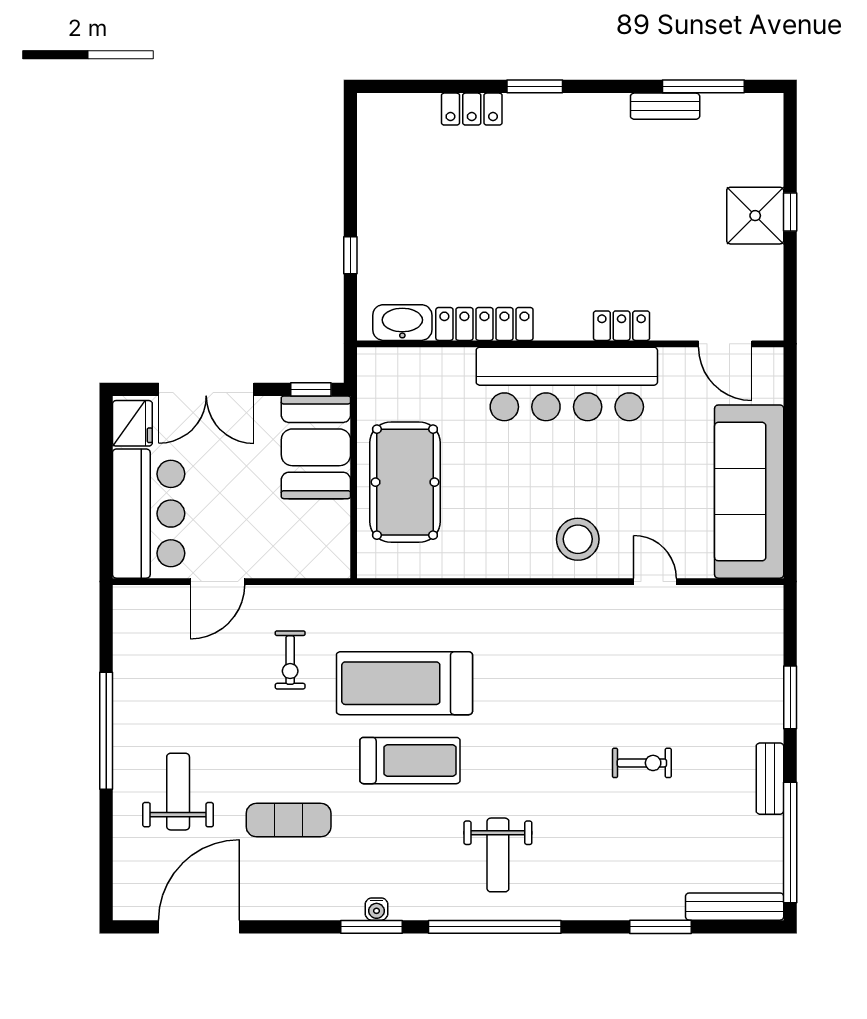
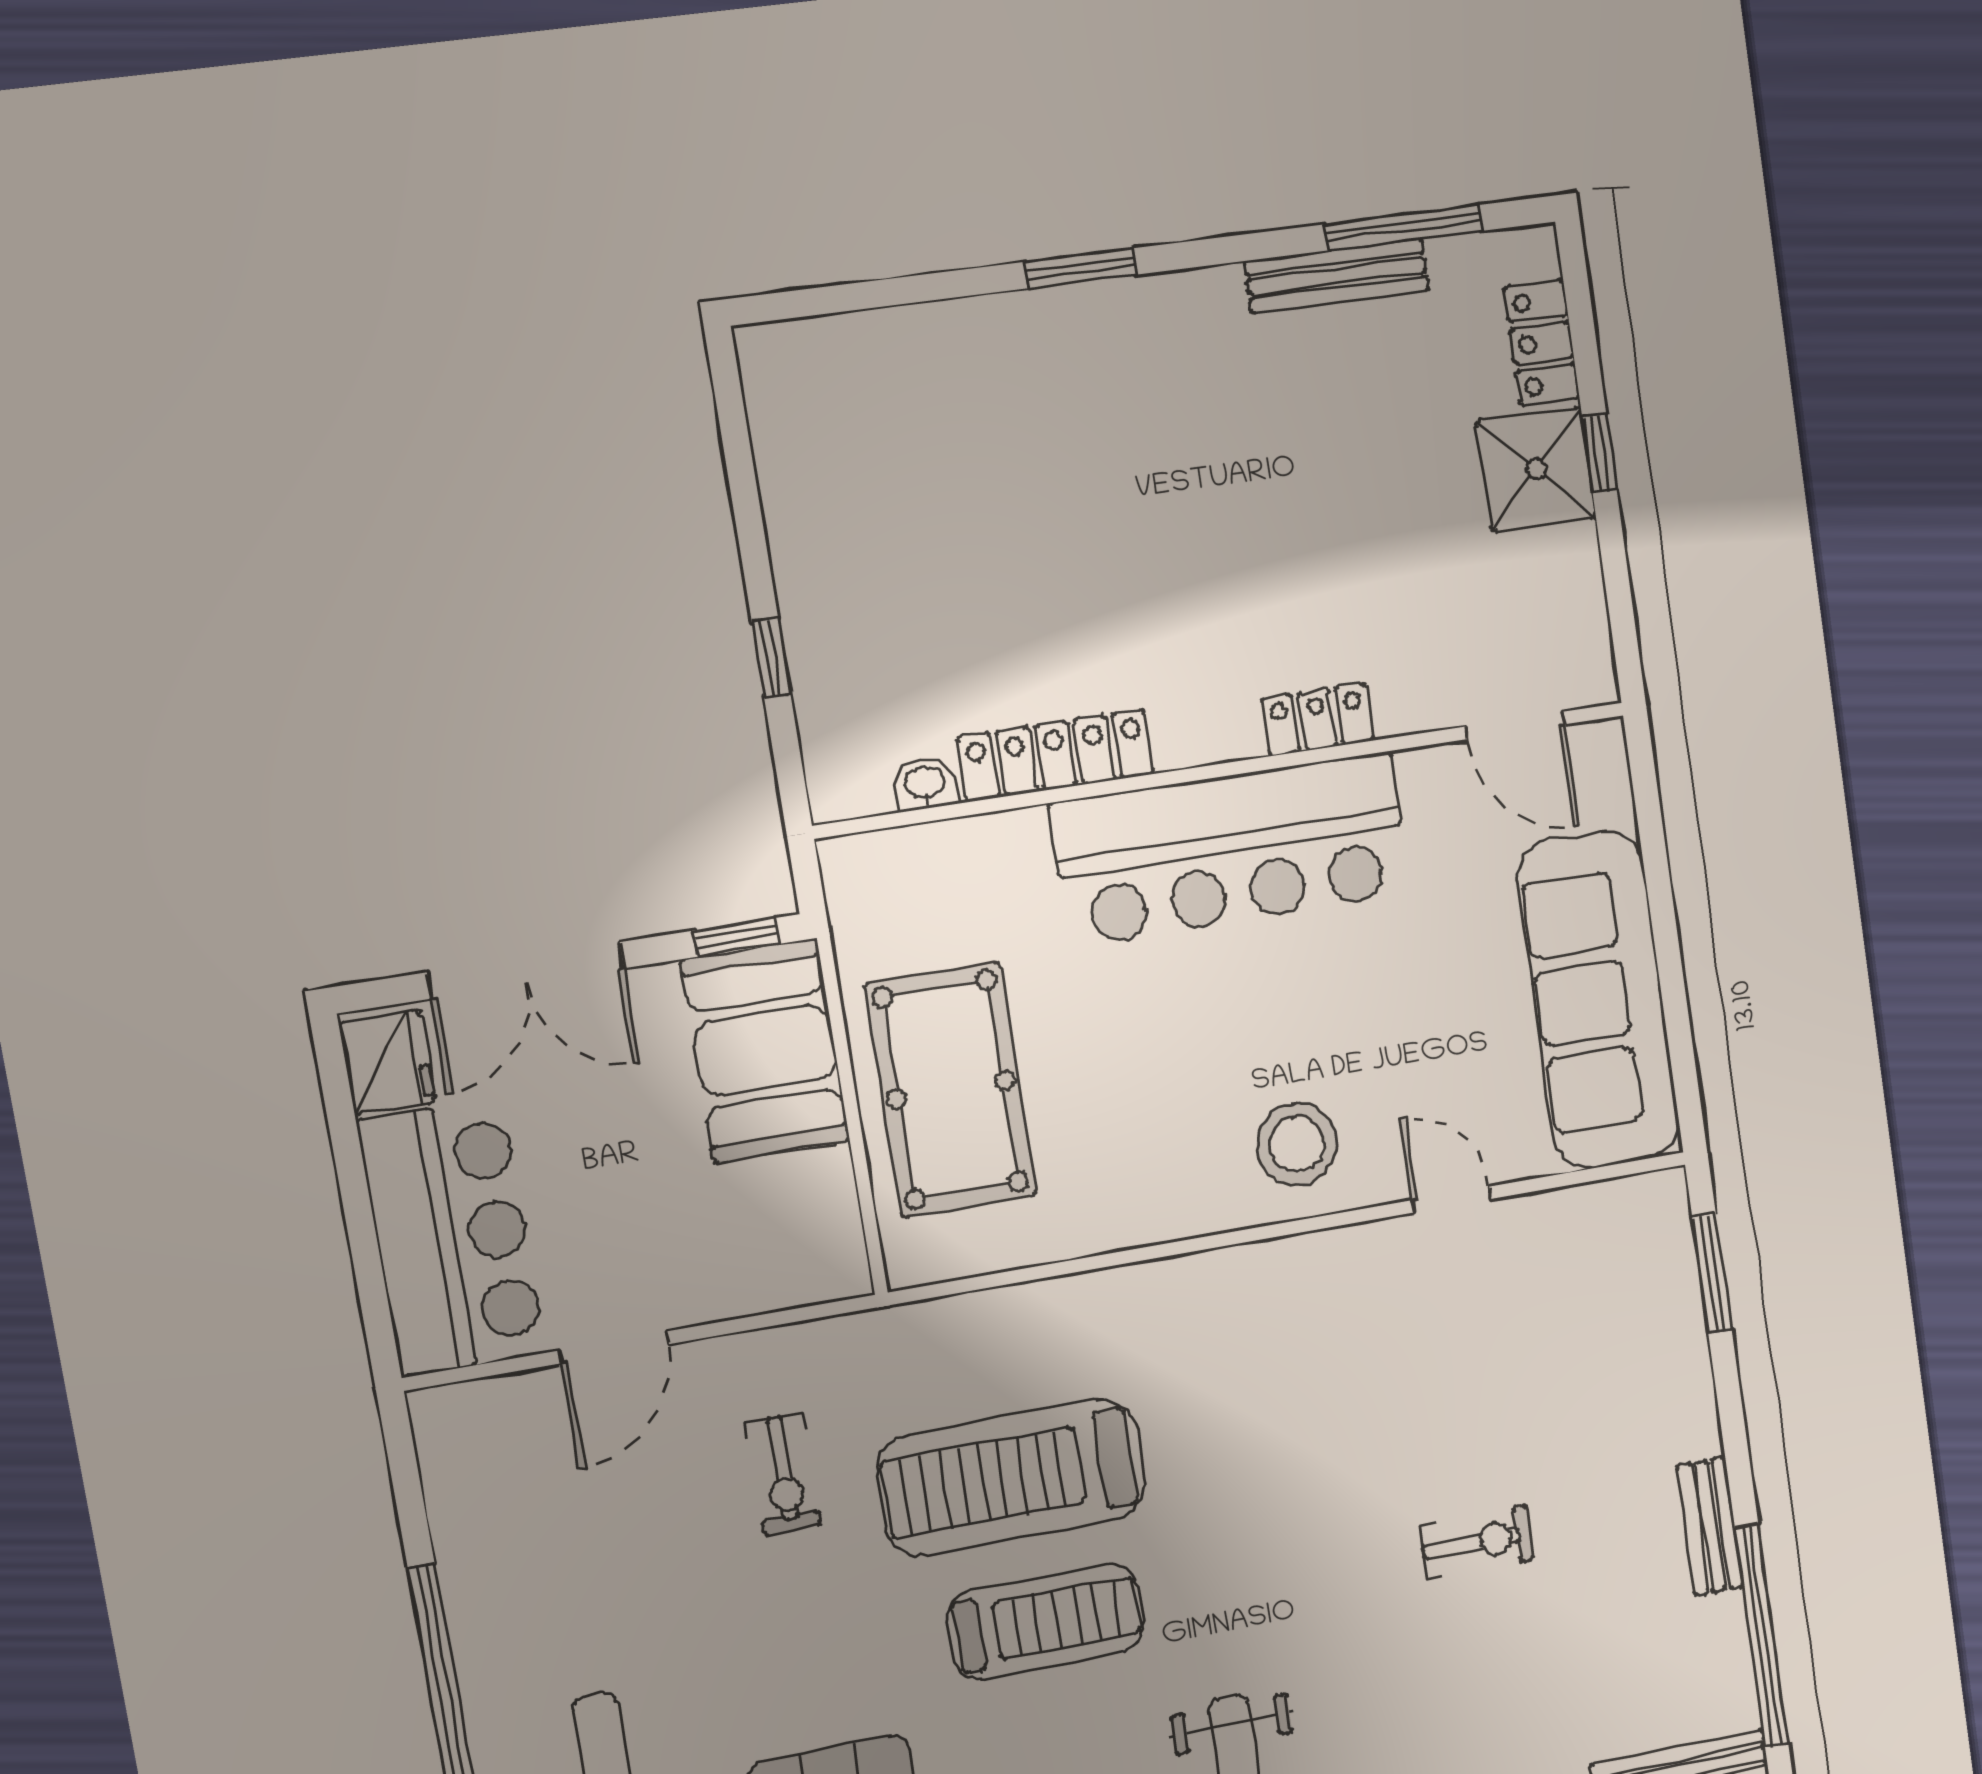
bench: (665, 106) -> (1337, 276), width x1.36
locker: (472, 109) -> (1542, 343), moved, turned 90
washbasin: (402, 323) -> (925, 784), width x0.52, depth x0.69
window: (790, 697) -> (1712, 1273), moved

